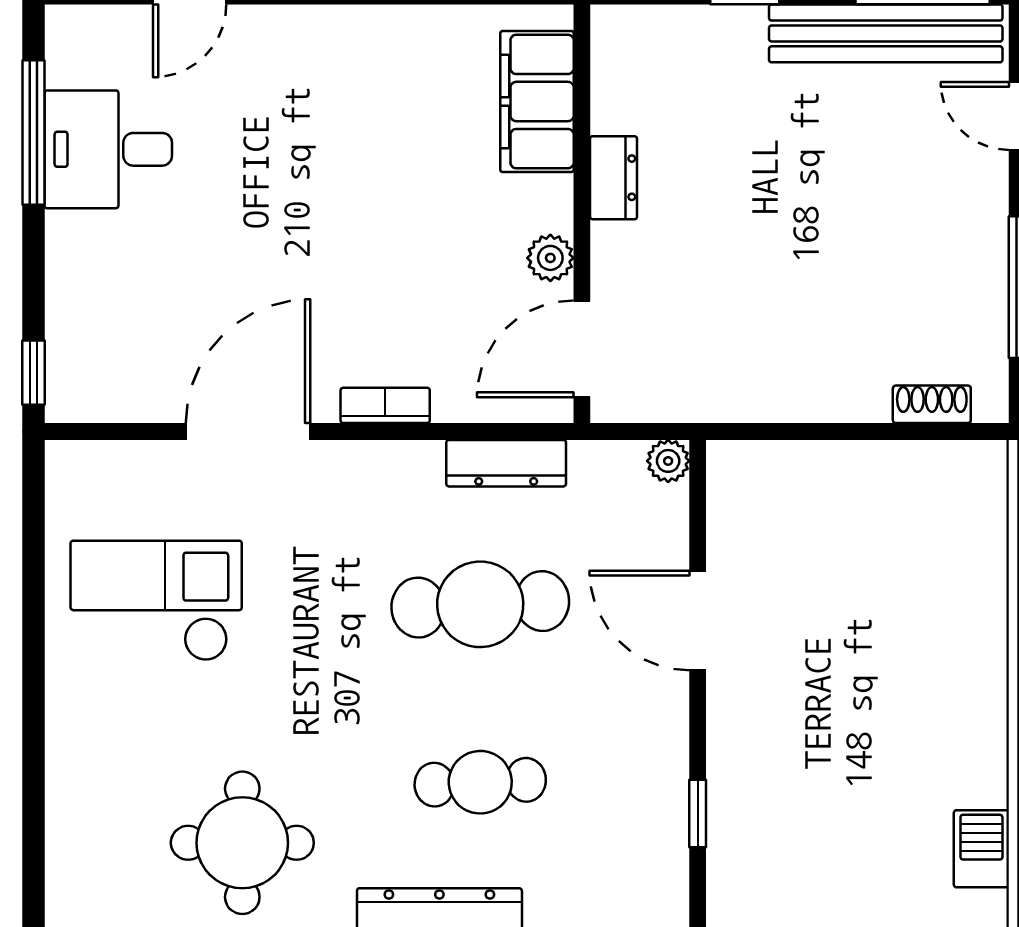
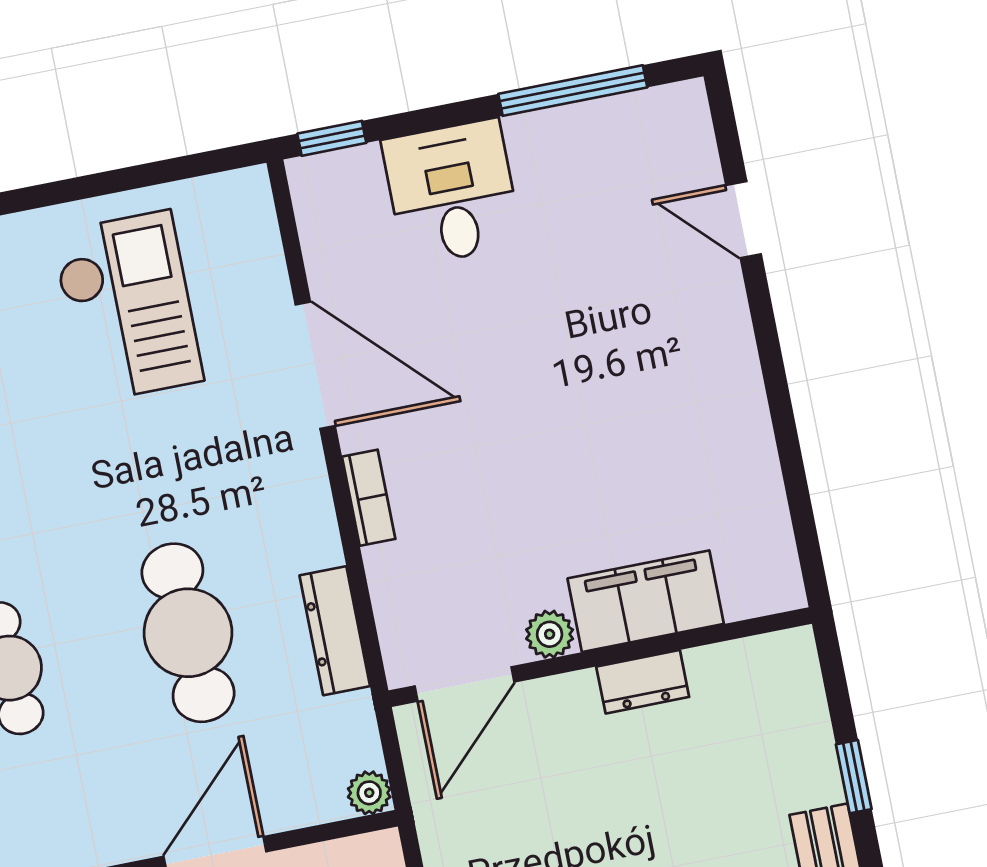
filing cabinet: (537, 102) -> (646, 601), moved
desk: (108, 149) -> (452, 192), moved
door: (582, 349) -> (464, 684), swing flipped

